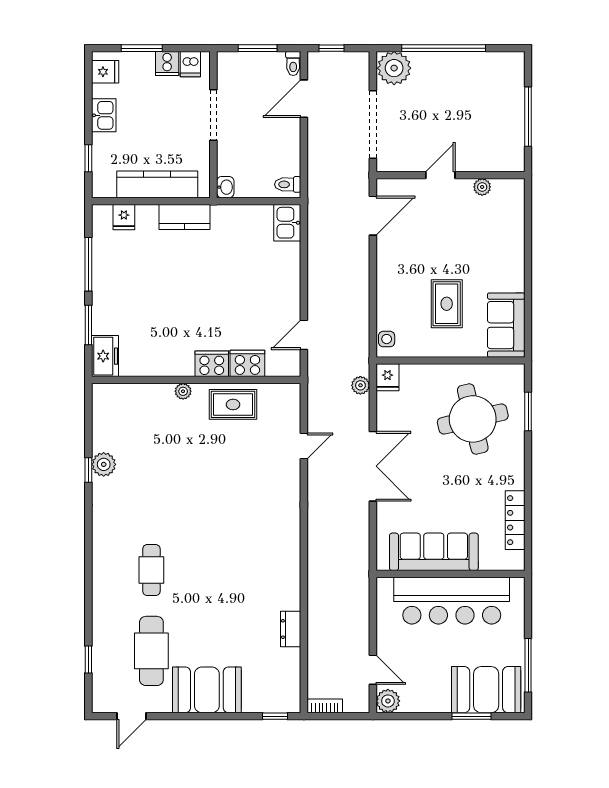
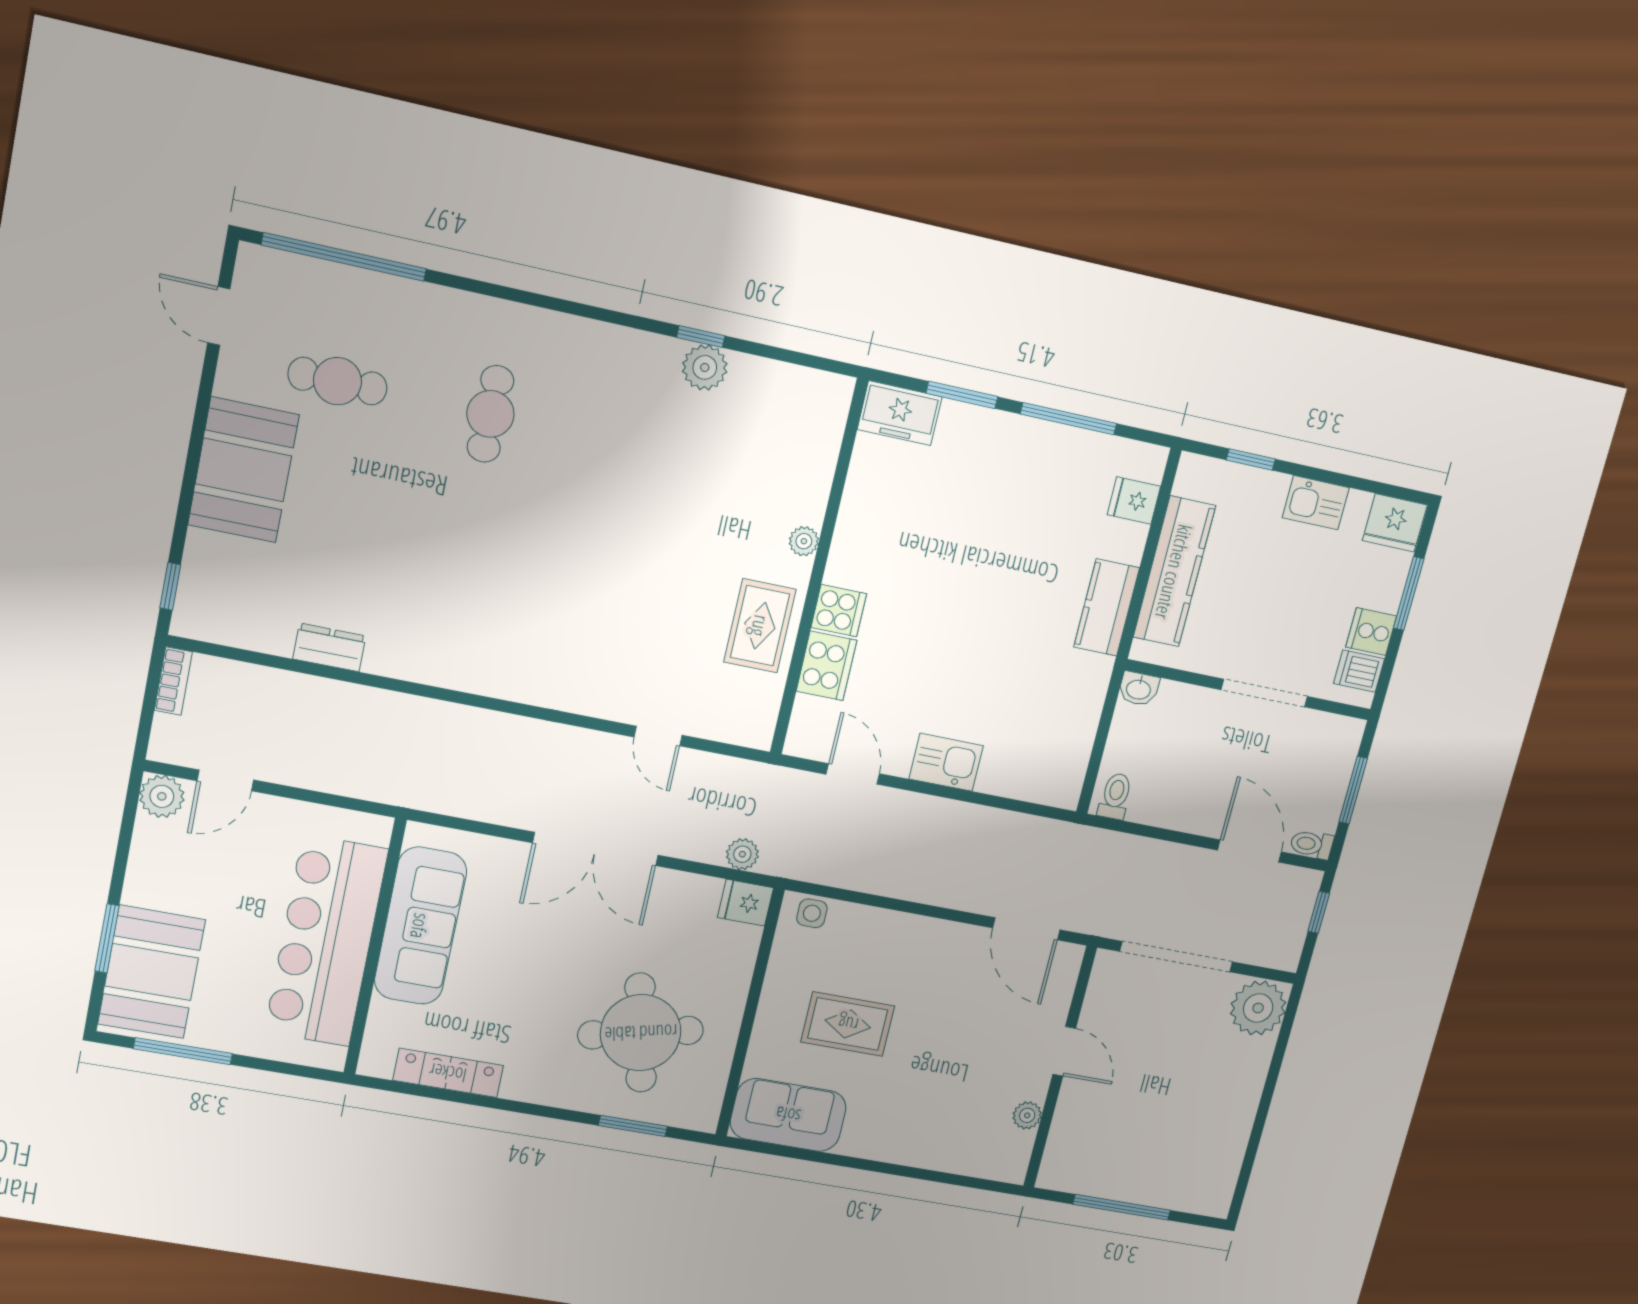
window: (444, 48) -> (1268, 1093), removed
fridge: (105, 72) -> (1395, 523), width x1.38
kitchen sink: (287, 223) -> (946, 762), moved
cooker: (212, 364) -> (839, 611), width x0.73
cafe table: (151, 570) -> (490, 414), turned 90
cafe table: (151, 651) -> (337, 381), width x0.73, depth x0.74
window: (88, 659) -> (344, 257), width x3.17

